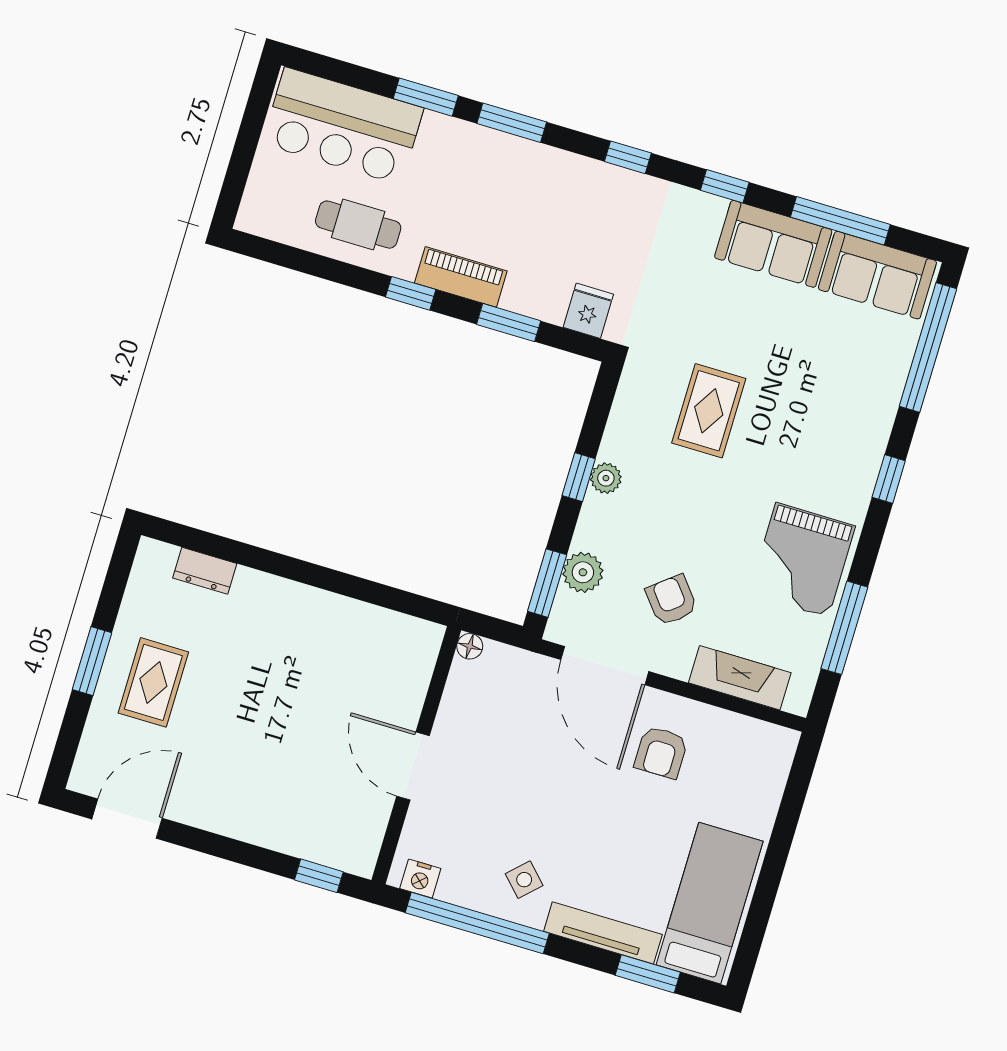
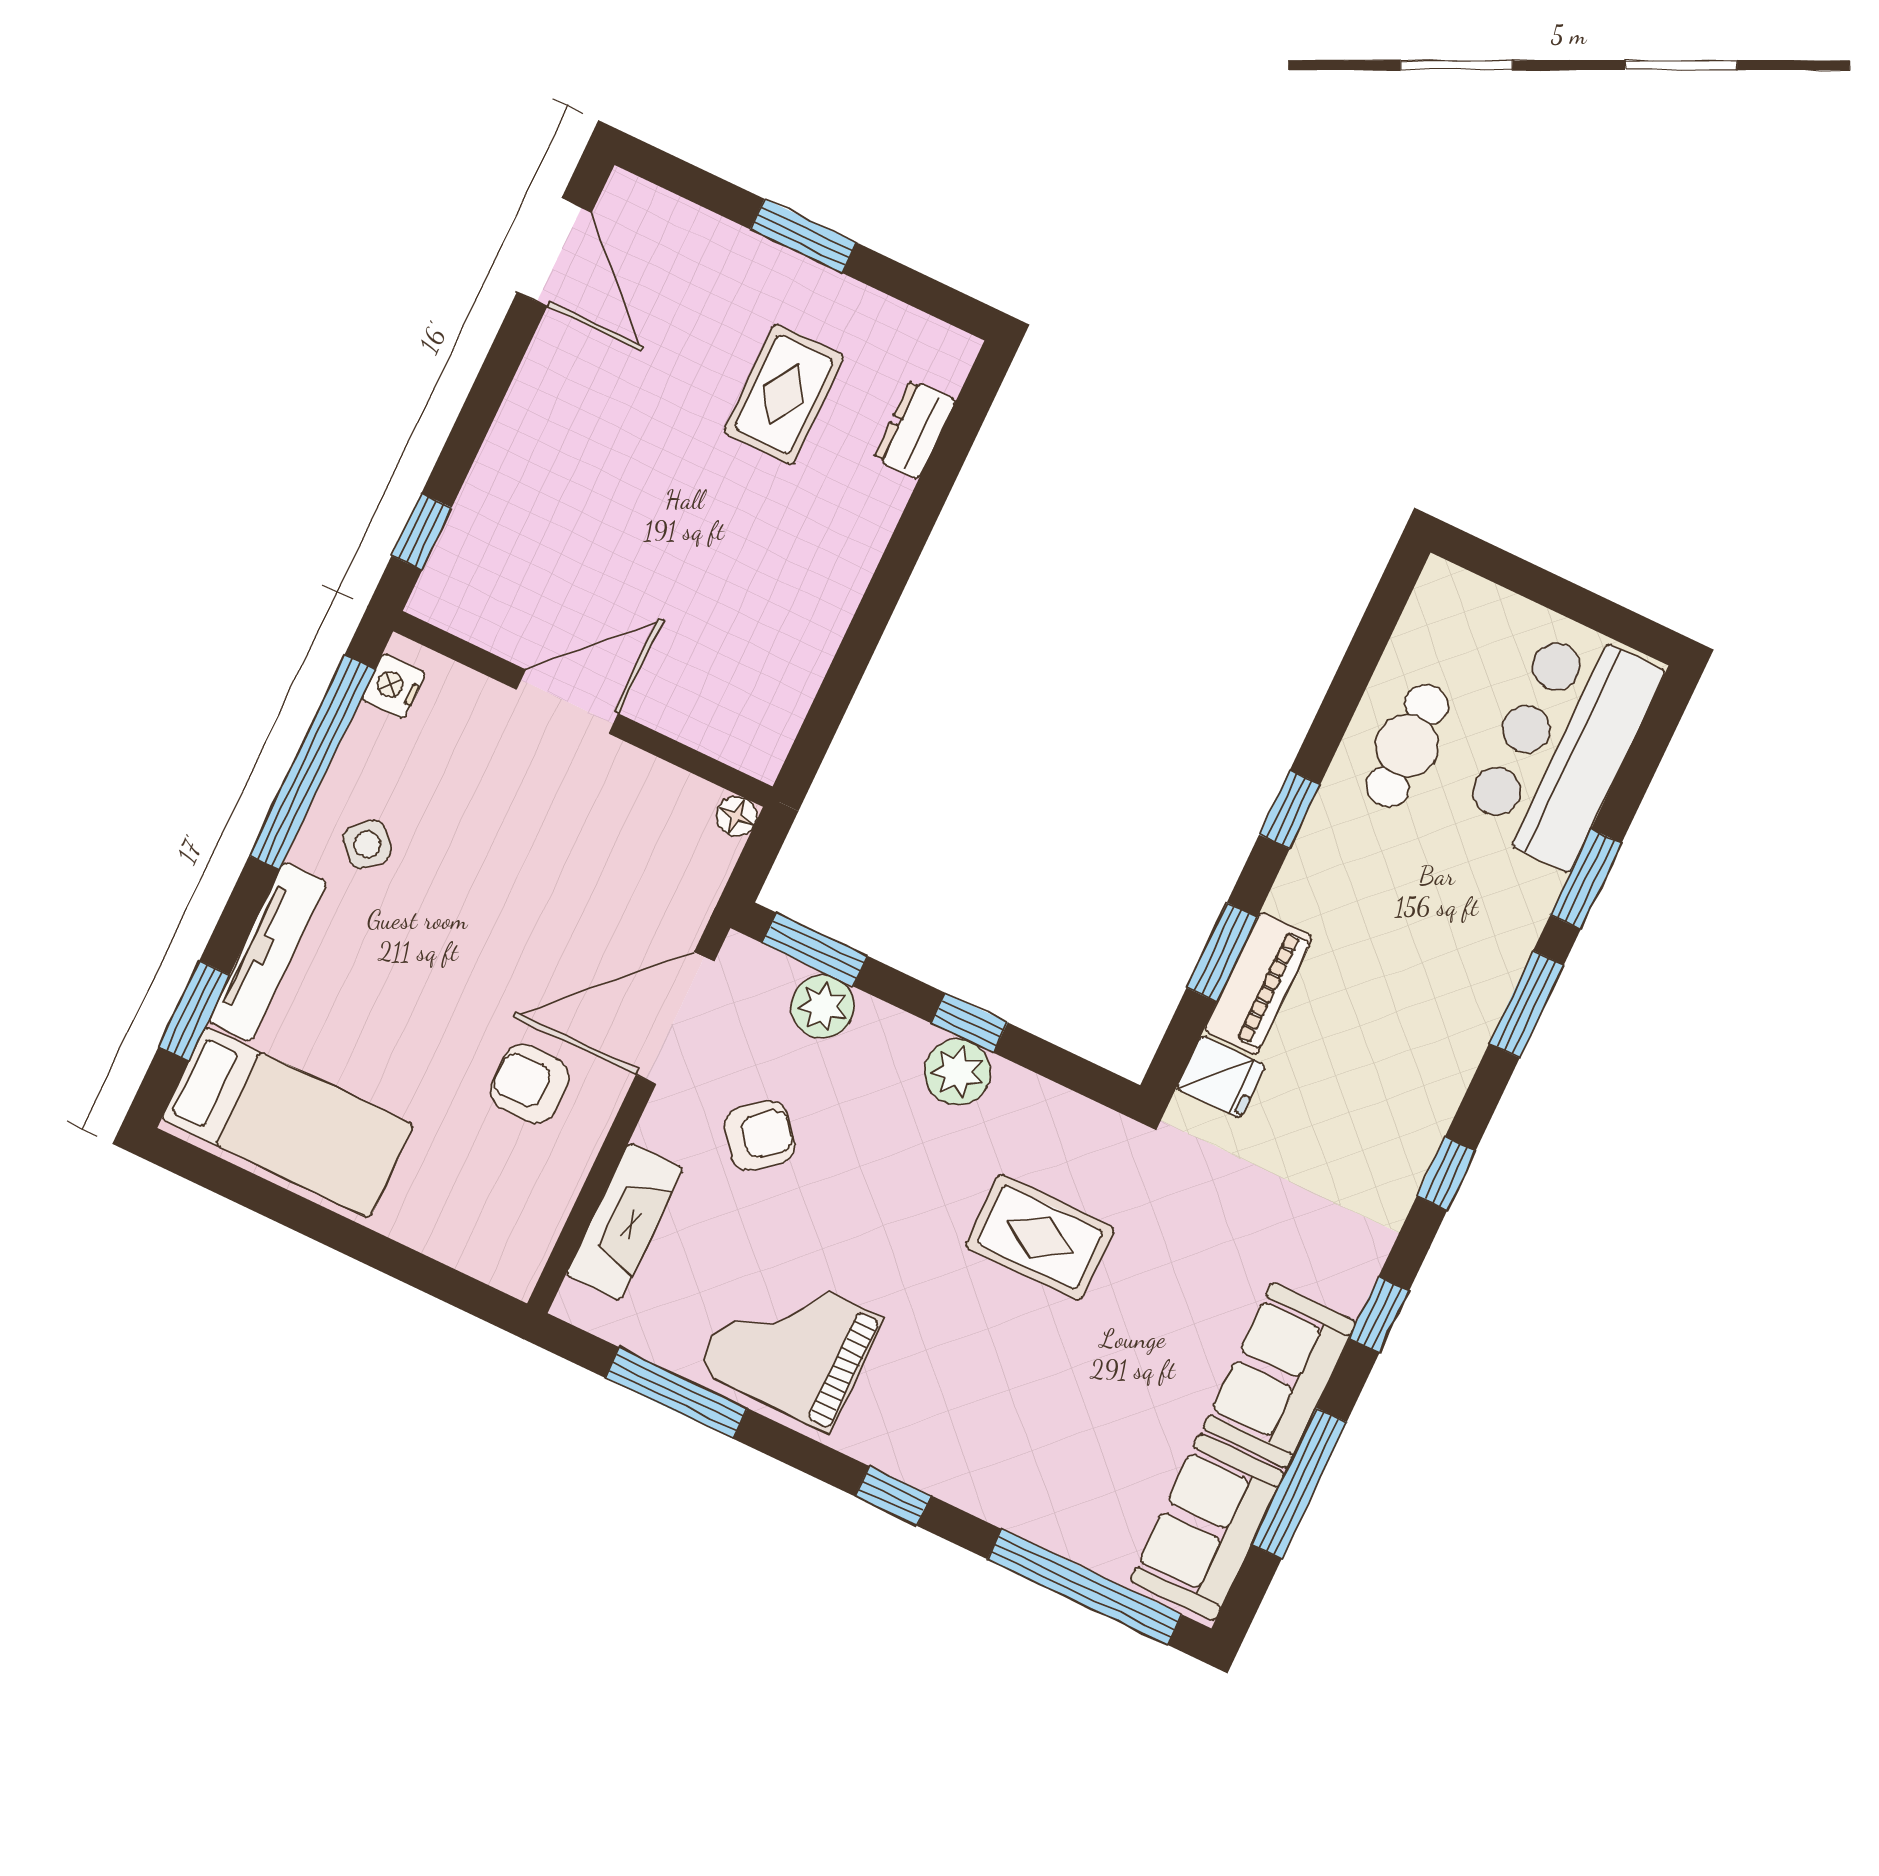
piano: (461, 277) -> (1258, 983), moved
plant: (606, 478) -> (957, 1072), width x1.38, depth x1.38
rug: (153, 682) -> (784, 394), moved, turned 90

